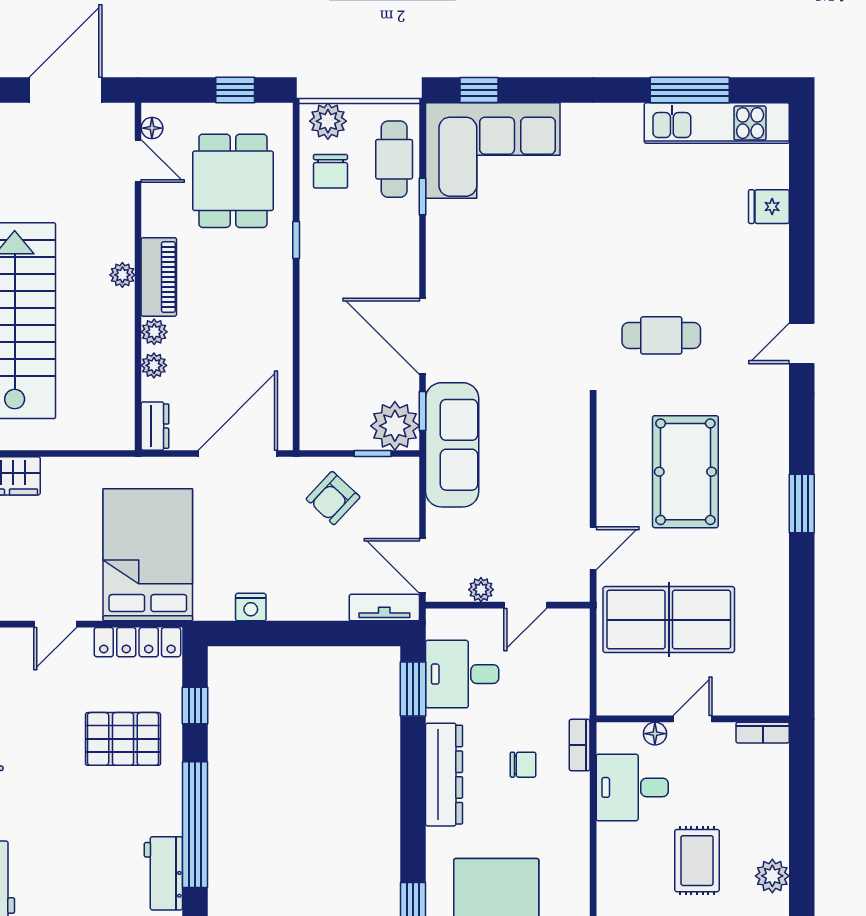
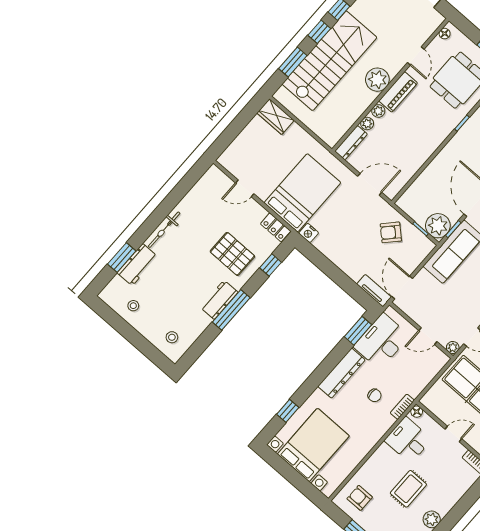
door: (138, 161) -> (416, 56), moved
plant: (122, 275) -> (377, 80), width x1.88, depth x1.88
dresser: (155, 426) -> (351, 143), width x1.44
door: (238, 453) -> (370, 184), width x0.73
plant: (481, 590) -> (453, 348), moved
nightstand: (251, 607) -> (309, 233), moved
locker: (137, 642) -> (276, 227), width x0.66
desk: (462, 674) -> (381, 341), width x1.37
floor lamp: (655, 734) -> (417, 412), moved
window: (195, 825) -> (231, 310), width x0.68
workbench: (163, 873) -> (219, 300), moved

